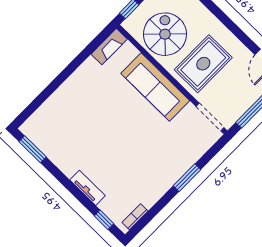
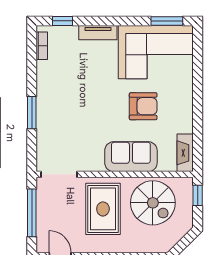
sofa: (155, 87) -> (131, 157), width x0.73
armchair: (106, 107) -> (143, 106), added
corner sofa: (61, 135) -> (156, 52), added

